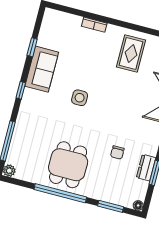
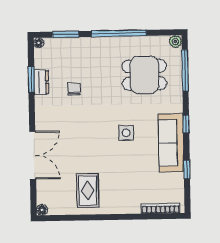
bookcase: (94, 25) -> (161, 208), moved, width x1.56
sofa: (42, 69) -> (171, 143), width x1.36
dining table: (68, 165) -> (144, 75), moved, turned 90

